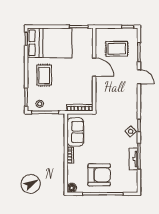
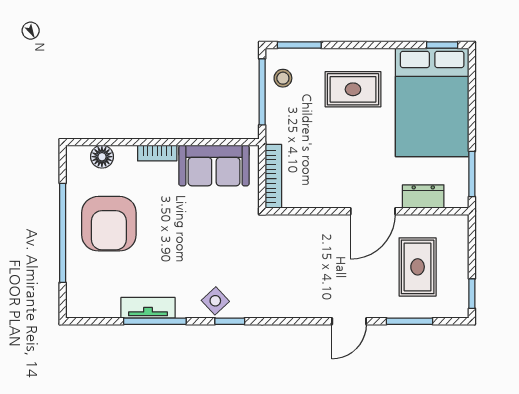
dresser: (88, 47) -> (423, 196), added
floor lamp: (72, 188) -> (102, 157), moved

